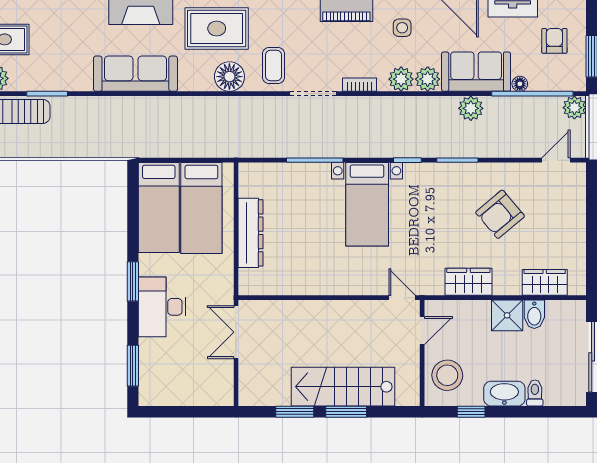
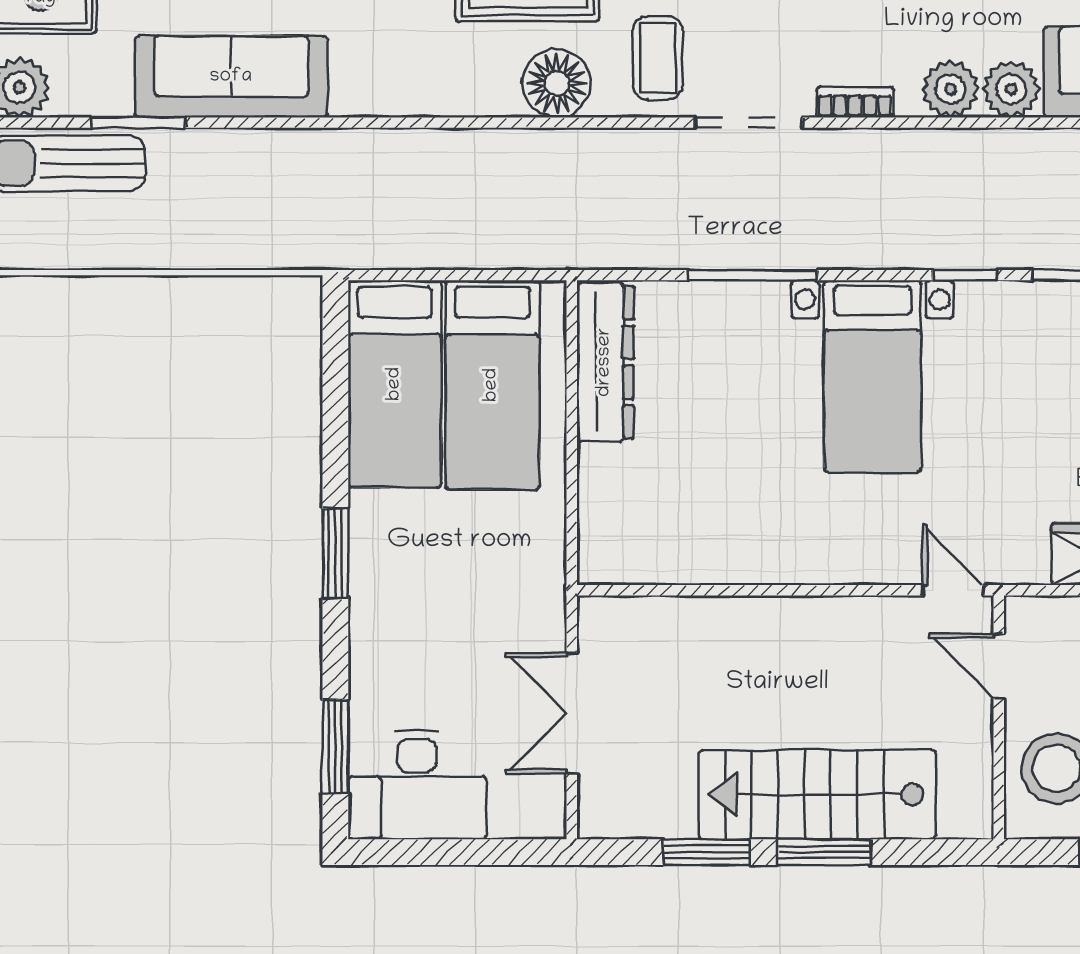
sofa: (135, 74) -> (231, 77), moved
dresser: (251, 233) -> (605, 362), moved
desk: (162, 307) -> (417, 785), moved, turned -90
door: (422, 331) -> (999, 666), swing flipped
double door: (236, 332) -> (572, 713), moved

